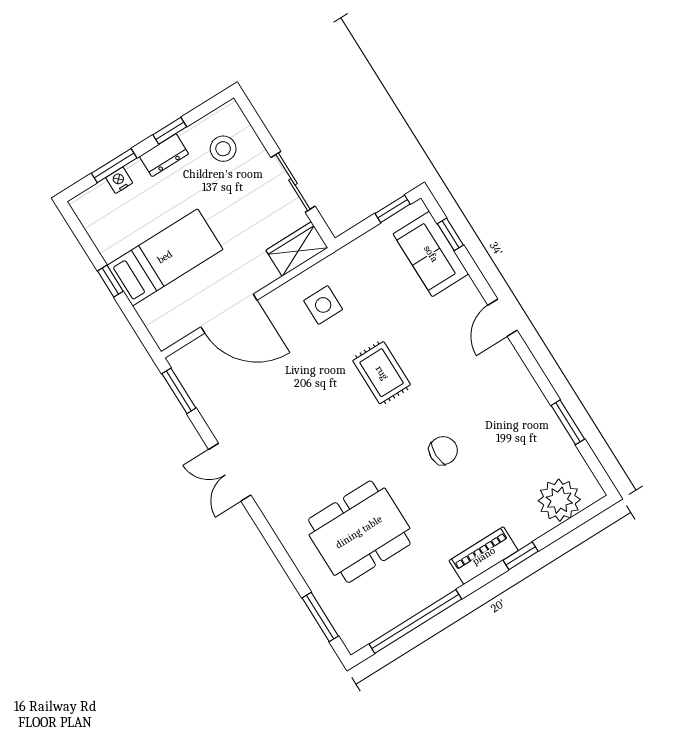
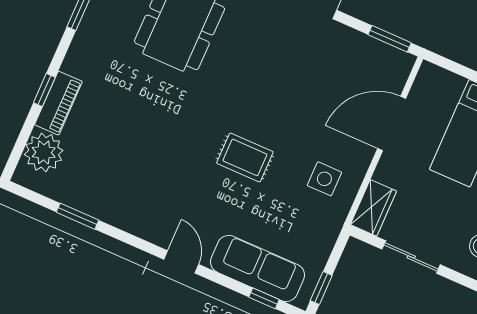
sofa: (431, 254) -> (258, 268), width x1.36
chair: (443, 451) -> (158, 130), removed
piano: (484, 556) -> (58, 103), moved

